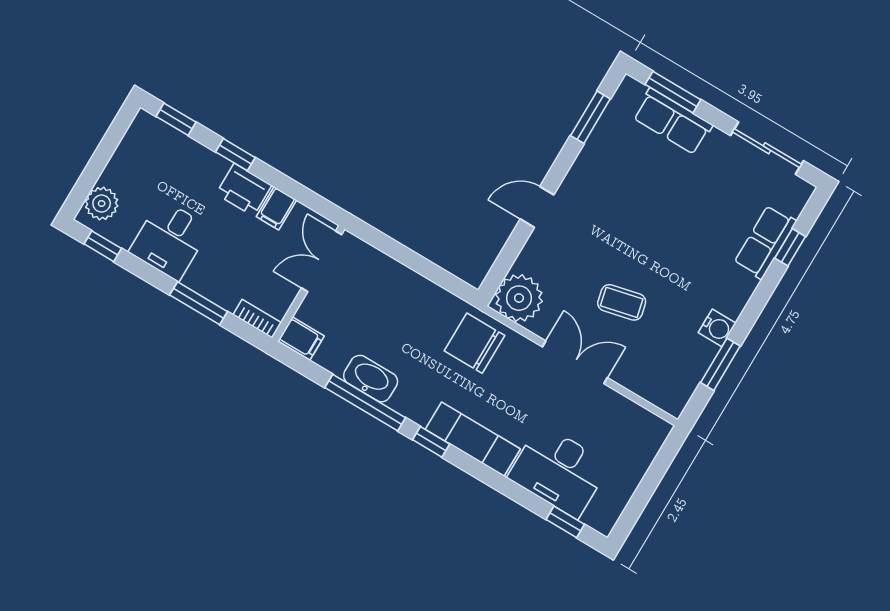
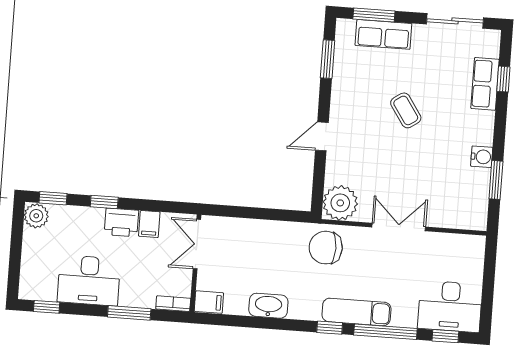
plant: (102, 204) -> (36, 216), moved
desk: (170, 240) -> (89, 280), width x1.37
coffee table: (622, 302) -> (406, 110), moved, turned 69
window: (365, 403) -> (385, 332), moved
desk: (559, 471) -> (450, 306), moved

